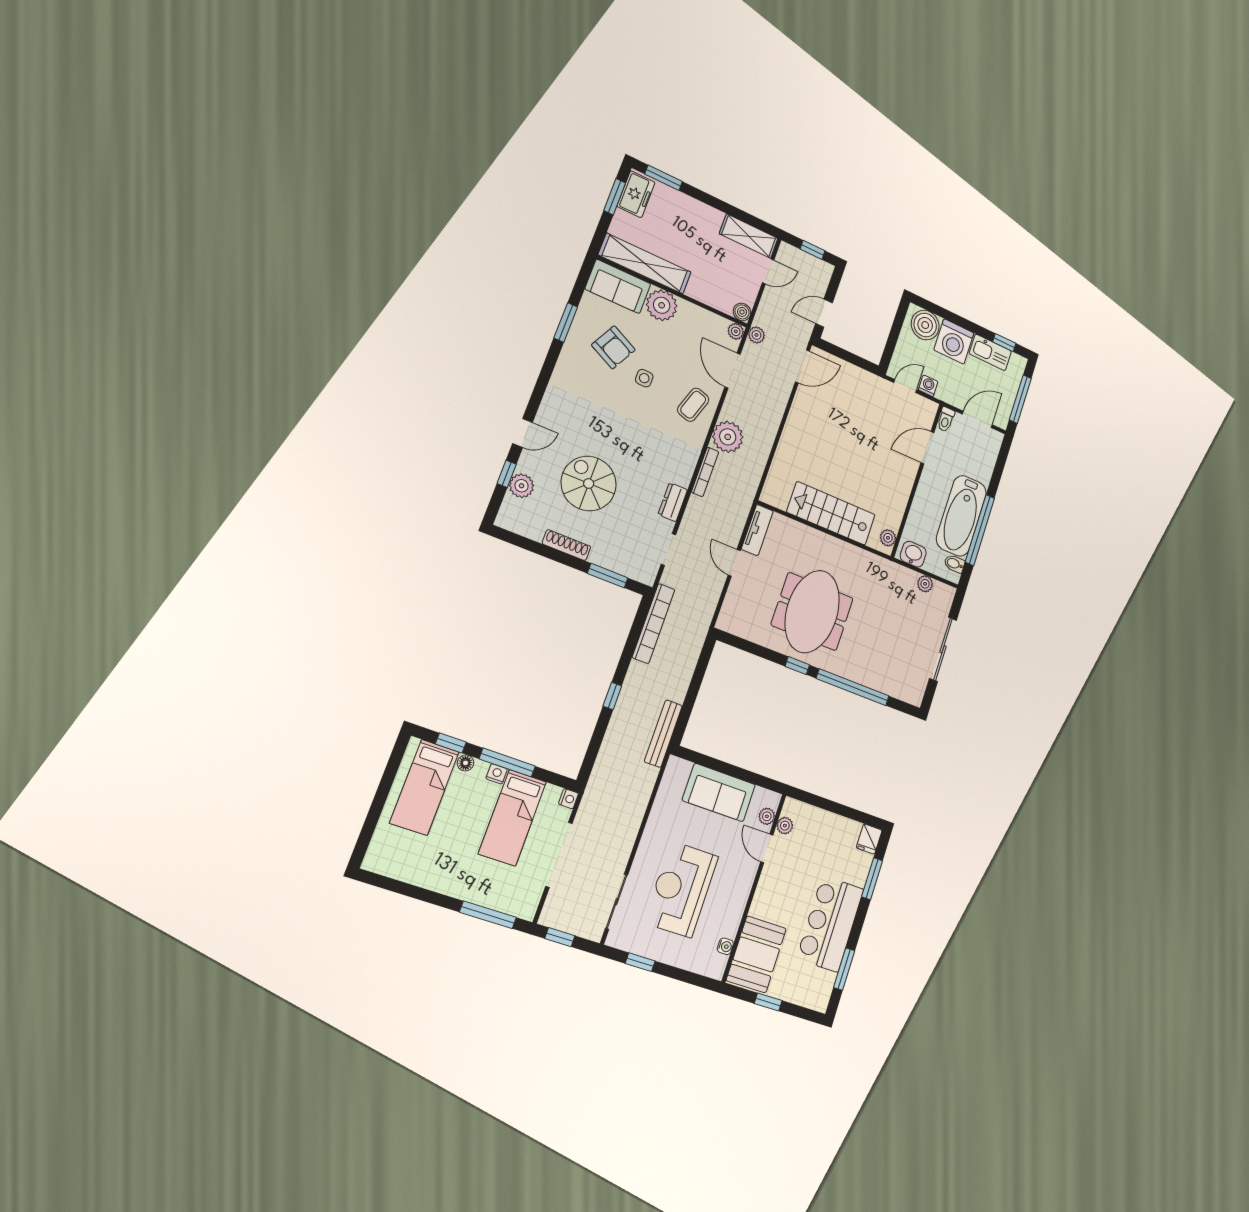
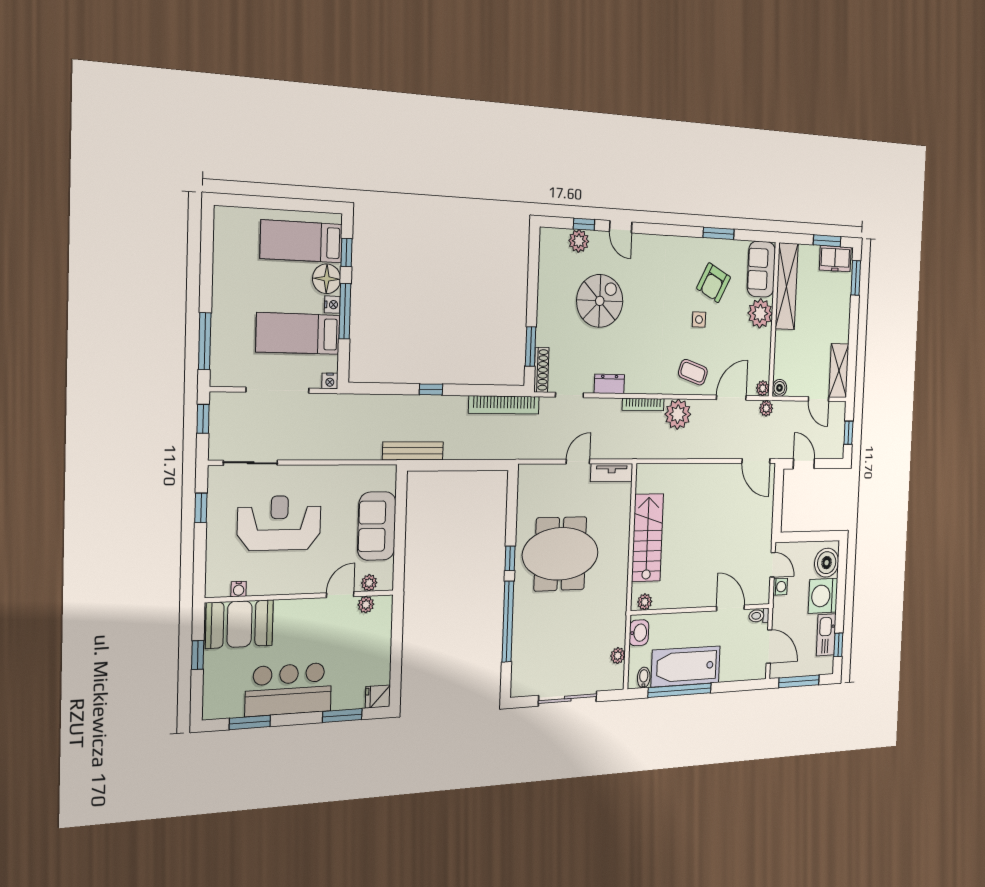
shoe rack: (566, 545) -> (541, 370), moved
floor lamp: (466, 763) -> (327, 279), width x1.89, depth x1.89

